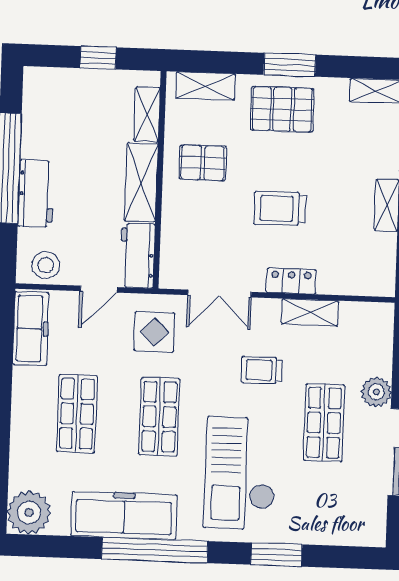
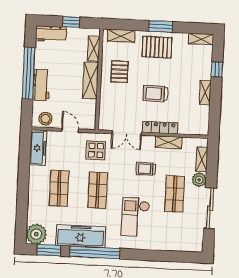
pallet: (203, 163) -> (119, 72), turned 90
workbench: (137, 256) -> (51, 34), moved, turned -90
locker: (291, 281) -> (160, 128), width x1.53
door: (99, 289) -> (70, 130), swing flipped
shelving: (381, 348) -> (202, 159), added
checkout: (240, 473) -> (135, 217), width x0.73, depth x0.83
window: (276, 555) -> (49, 250), moved

